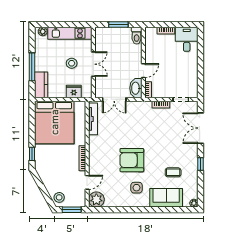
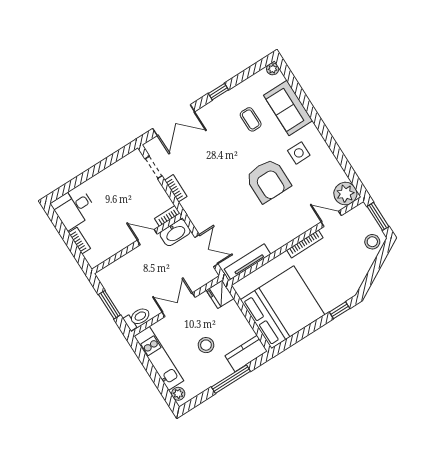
toilet: (137, 36) -> (137, 318), moved
stool: (72, 63) -> (206, 345), moved
fridge: (74, 91) -> (220, 294), moved

